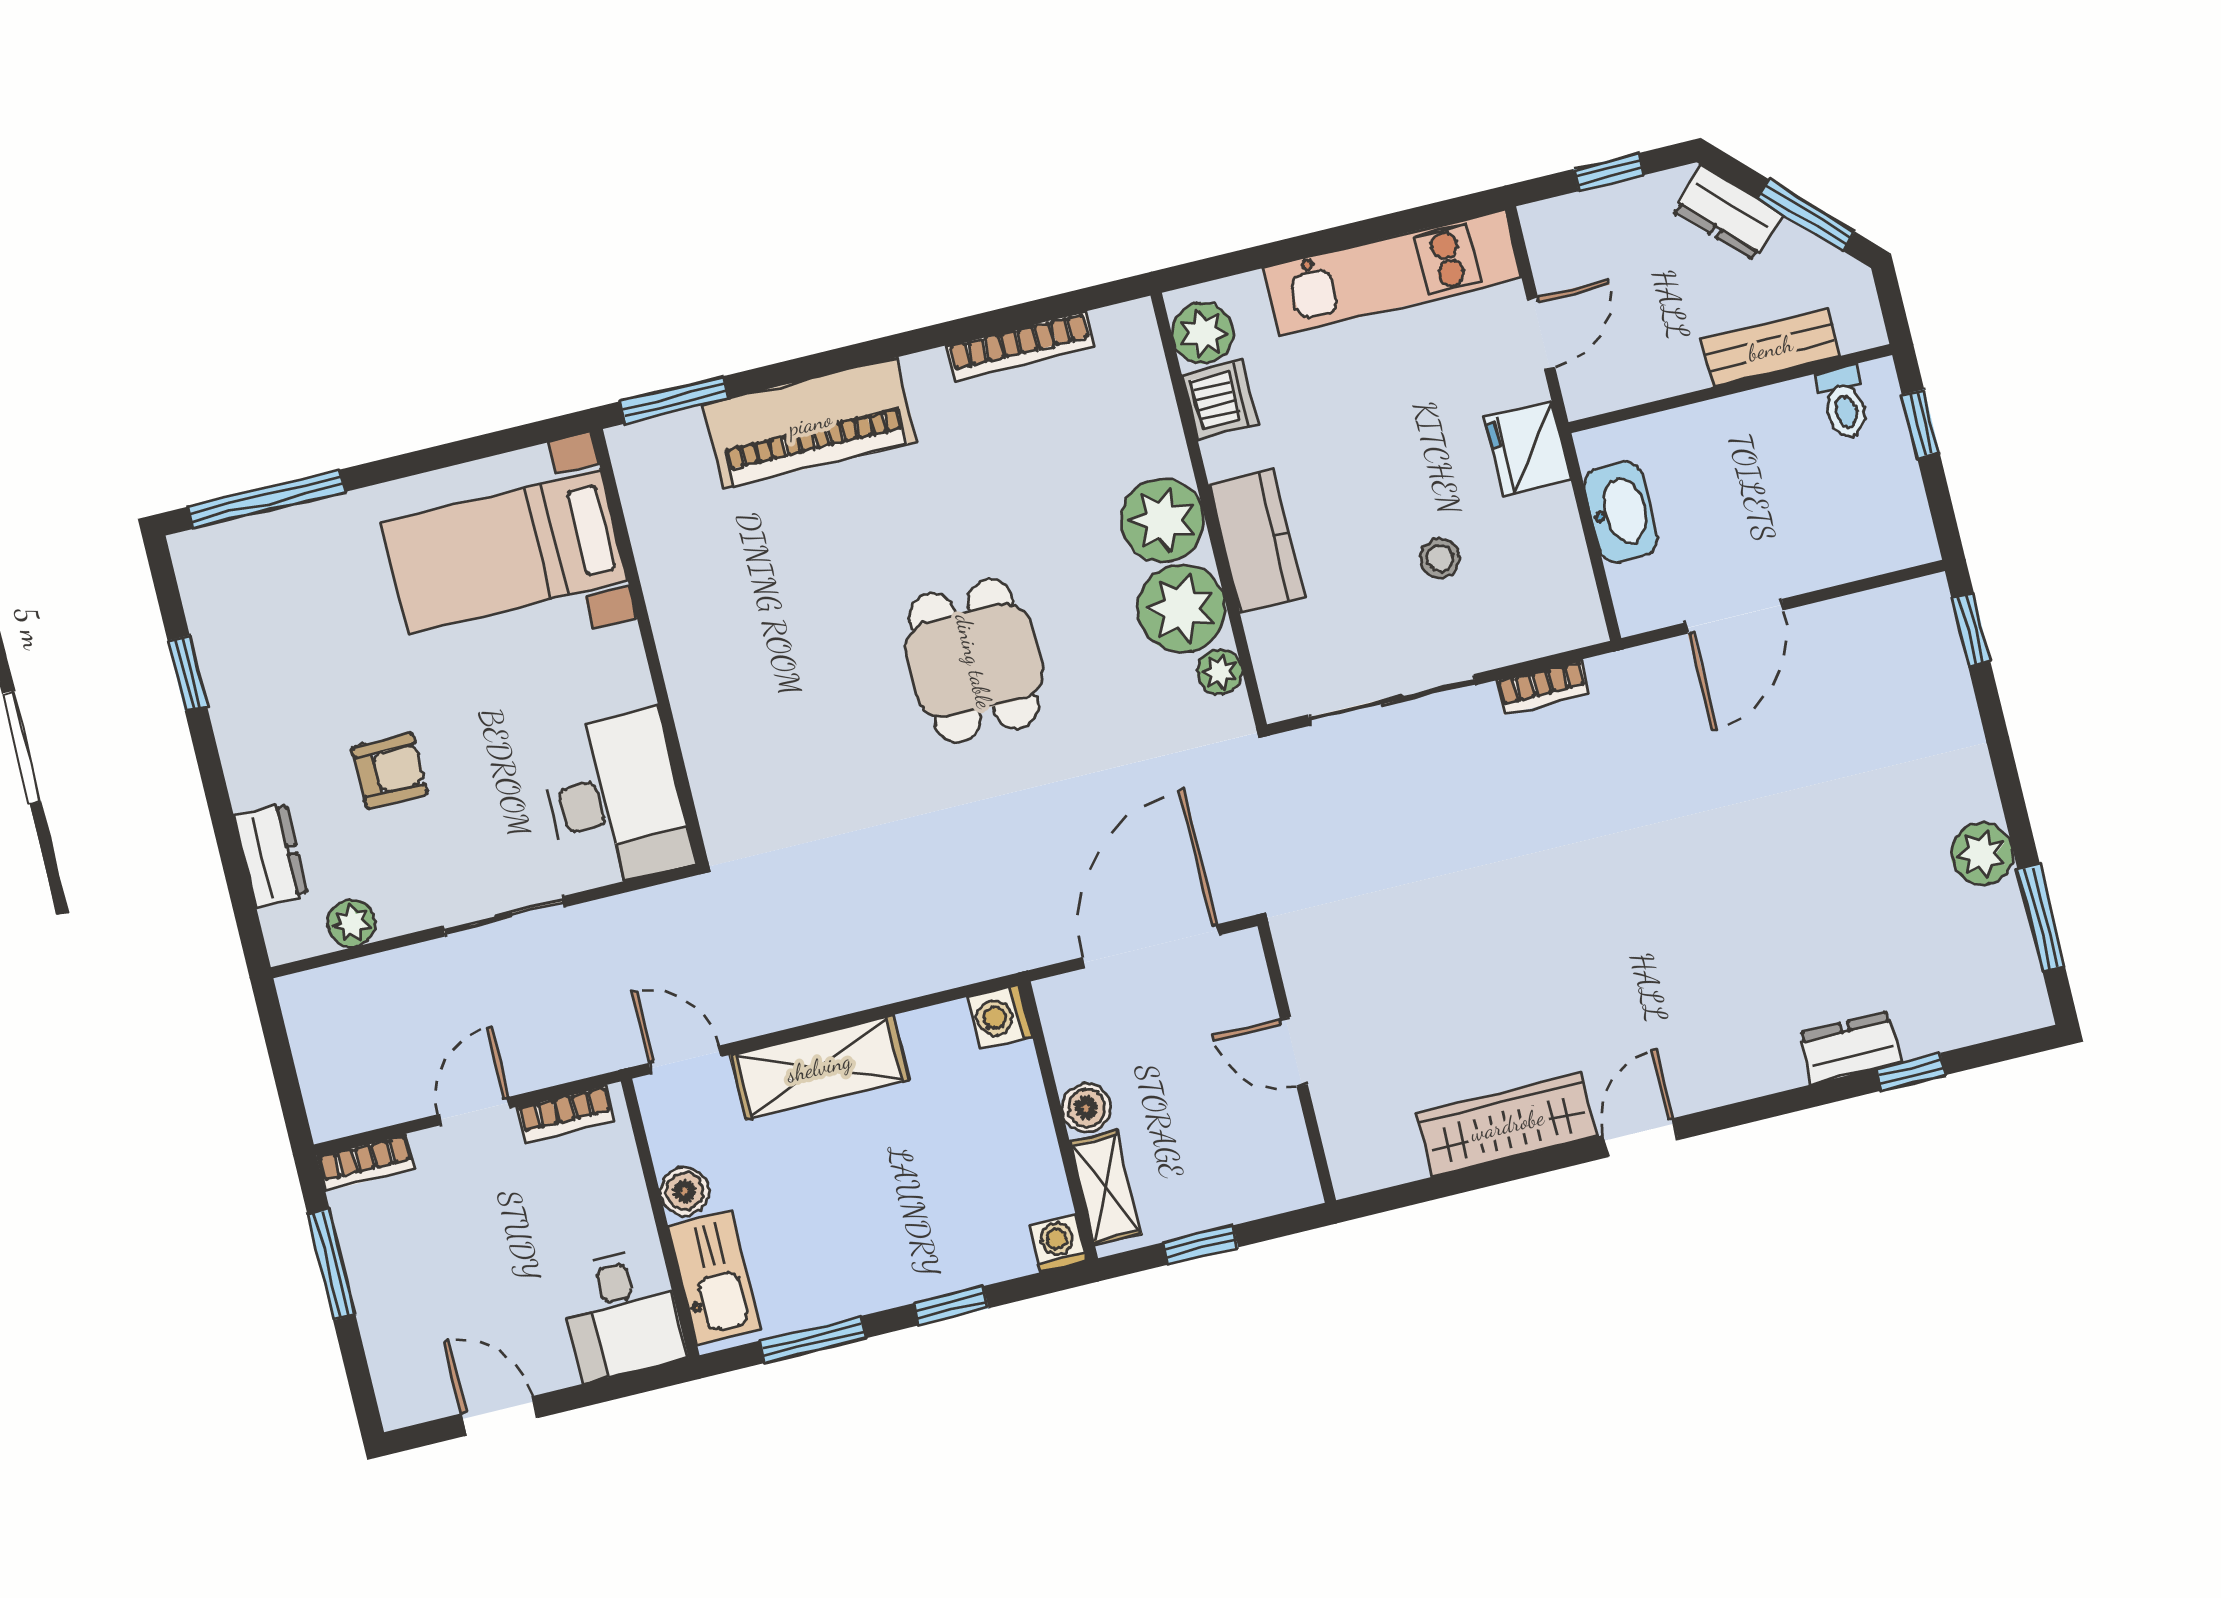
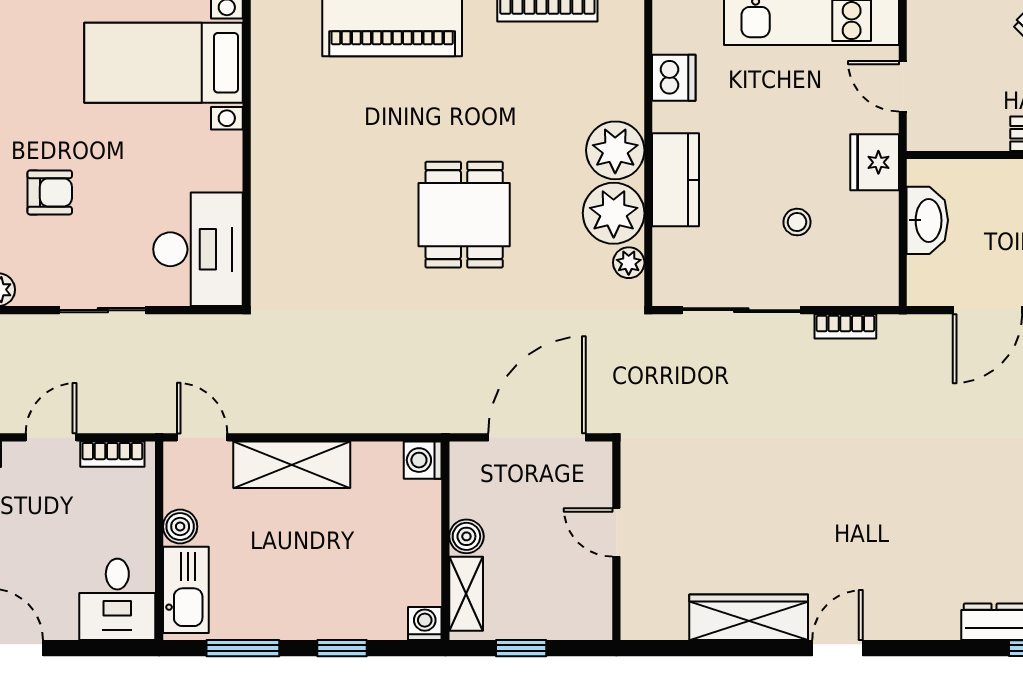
plant: (1203, 333) -> (674, 30), removed
door: (1541, 333) -> (903, 86), swing flipped

